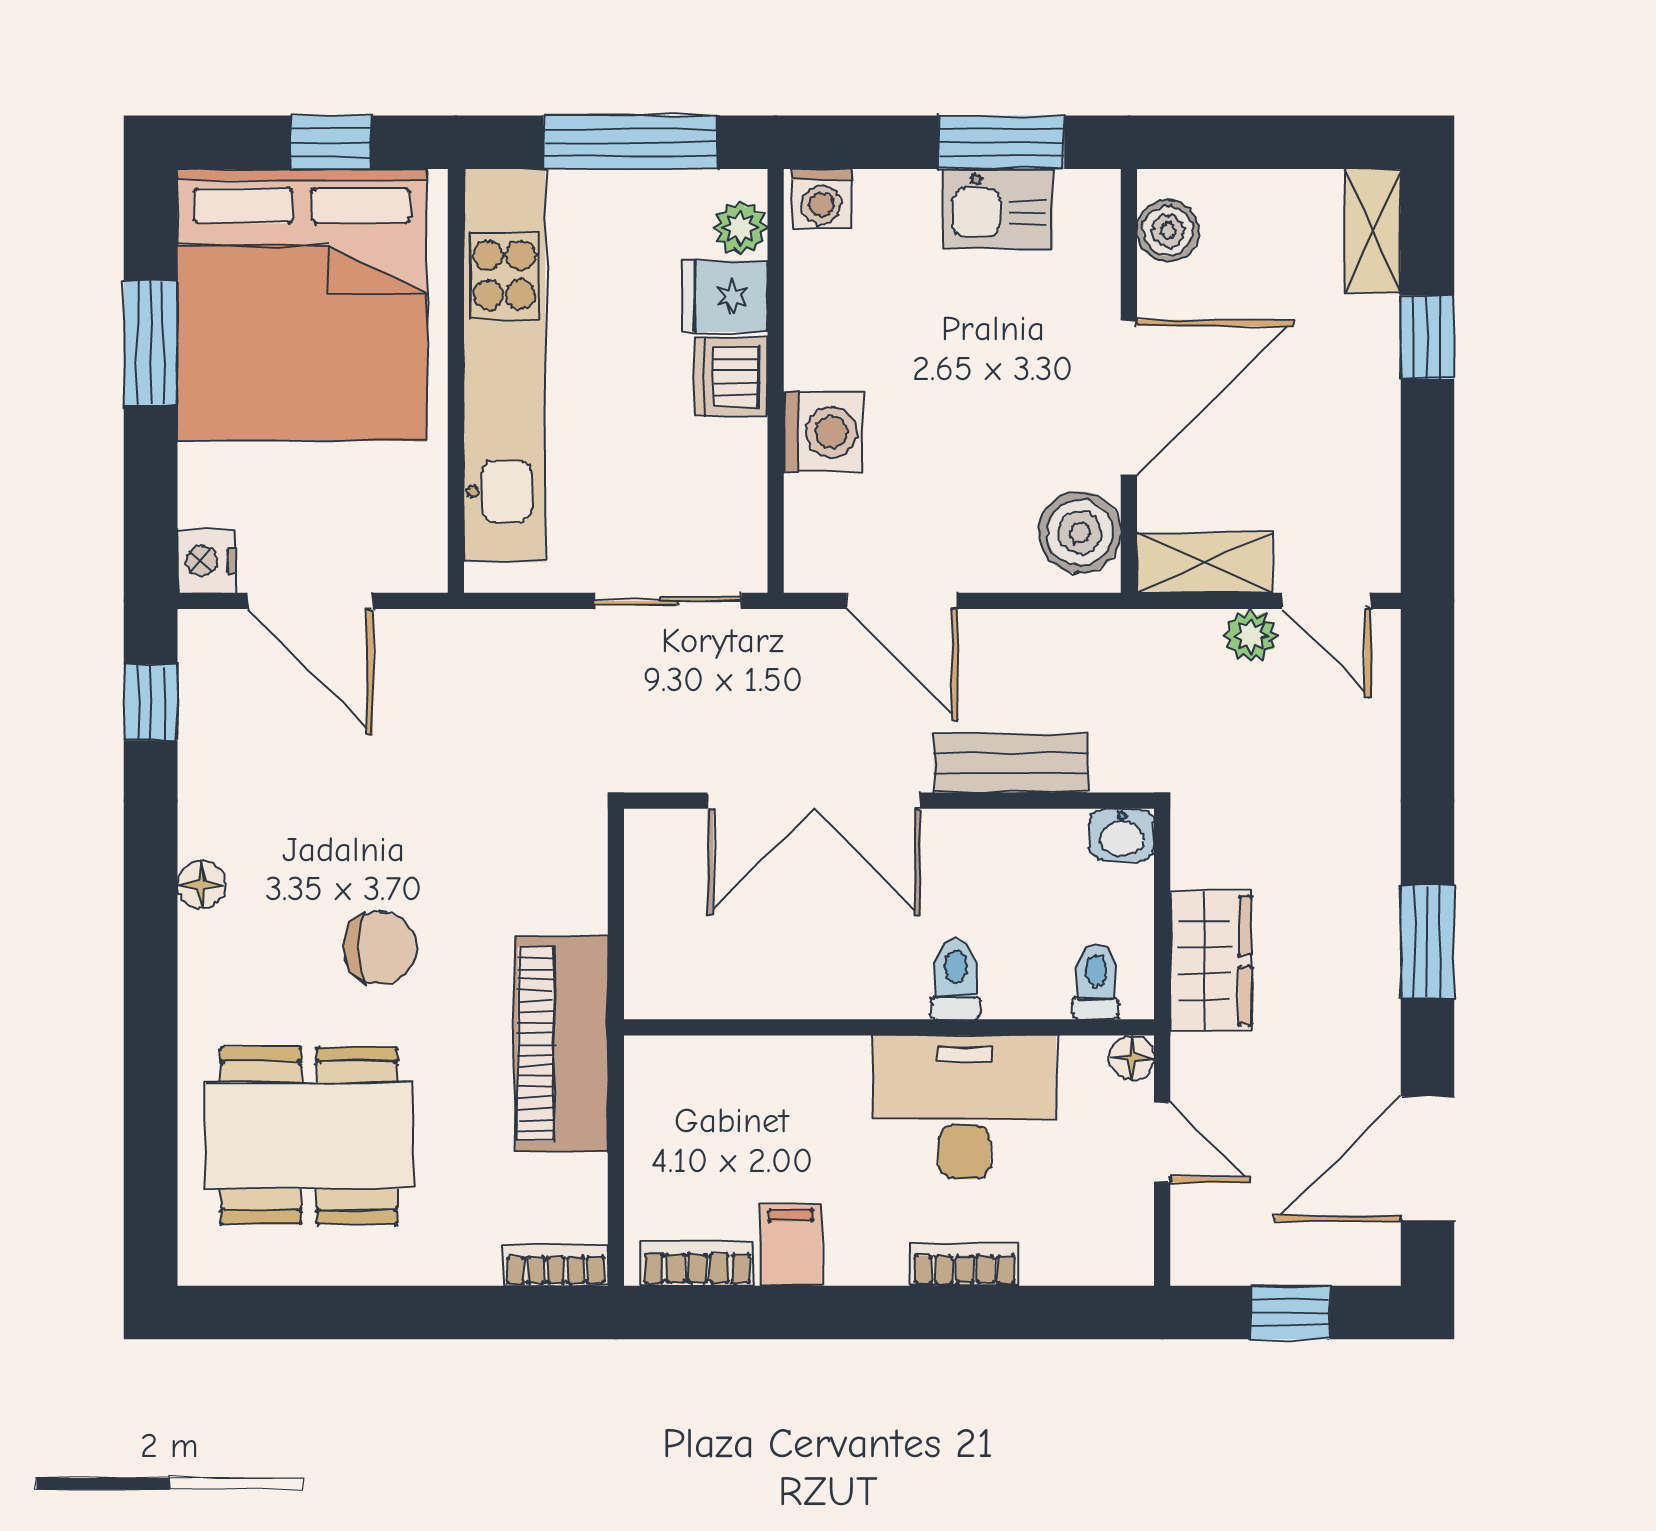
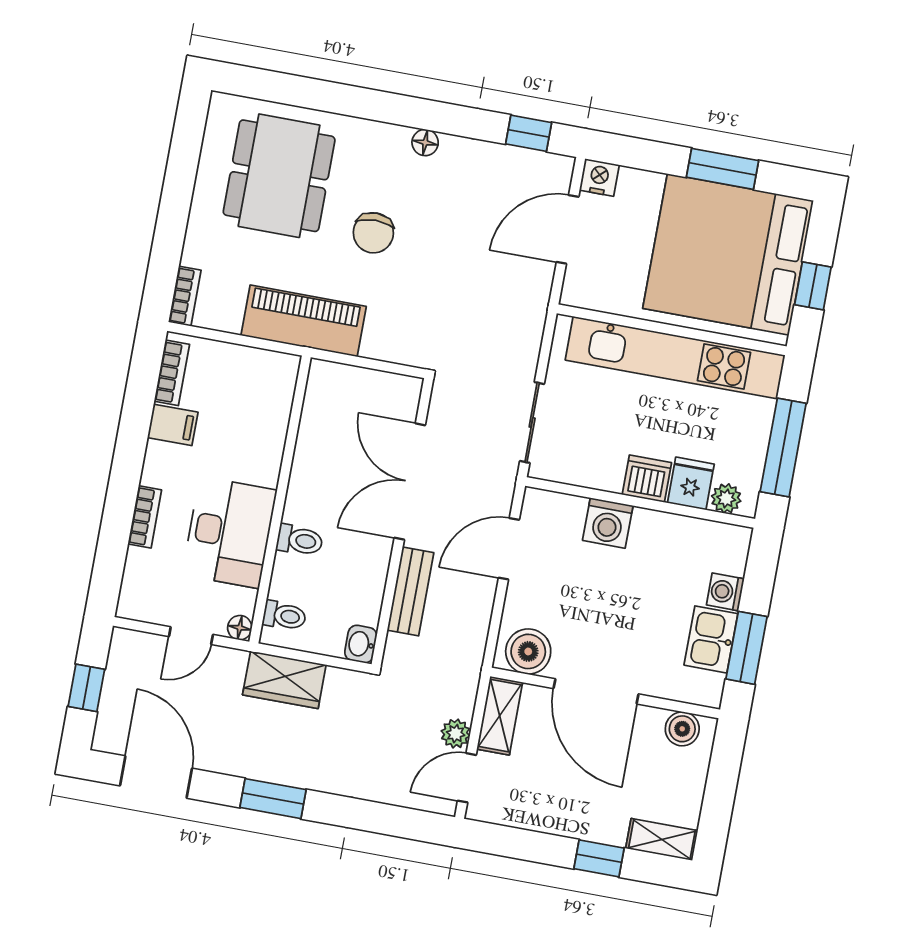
washing machine: (821, 199) -> (725, 592), moved

